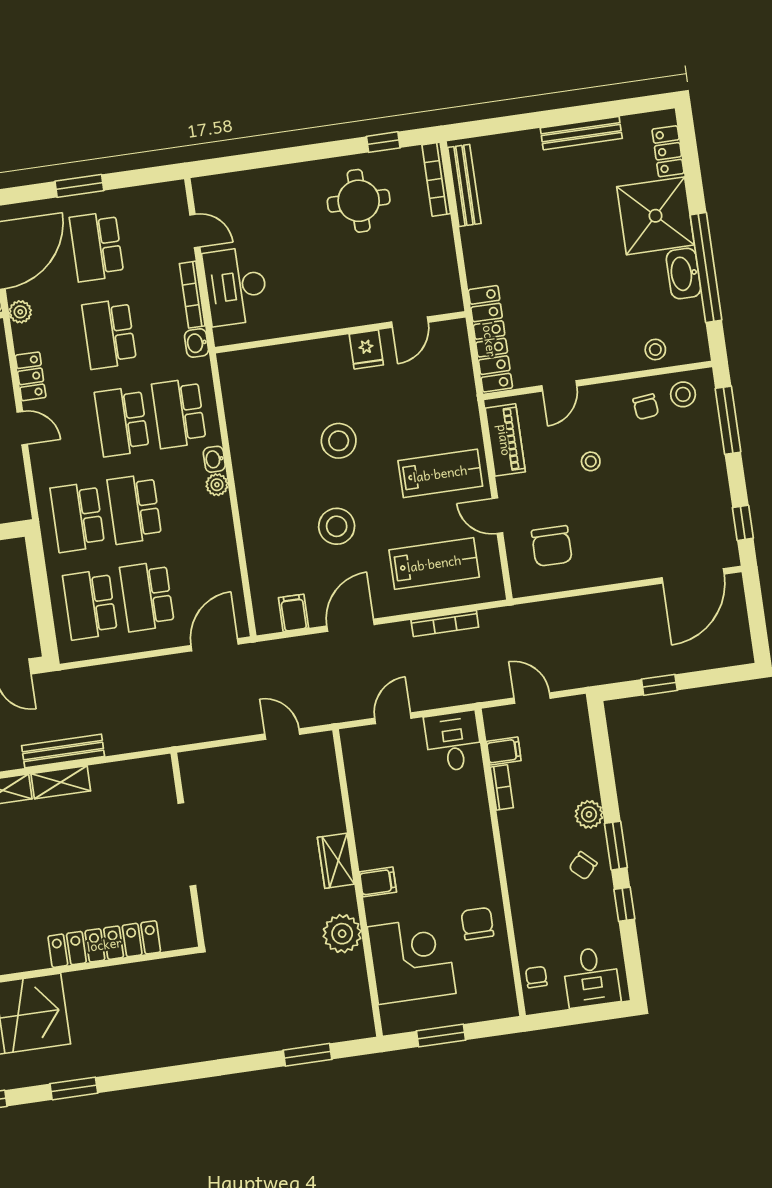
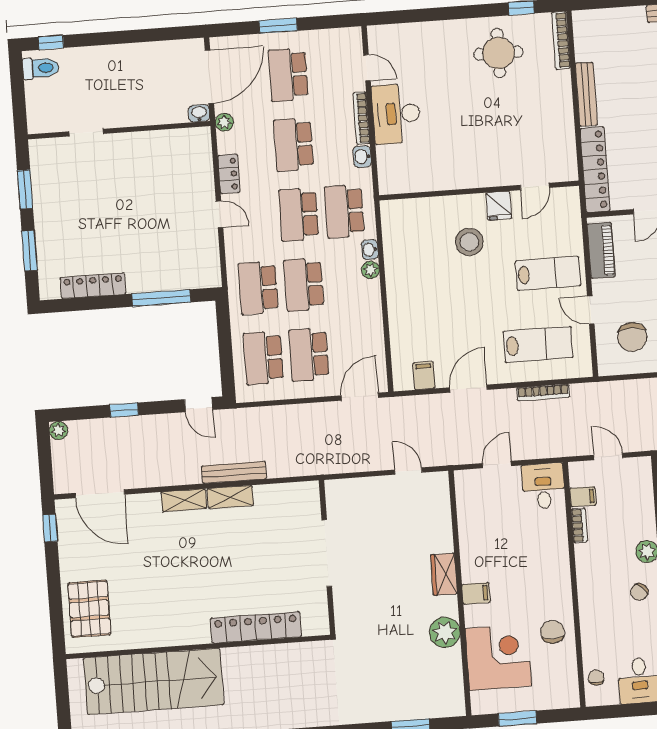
bench: (464, 185) -> (586, 94), moved
door: (410, 322) -> (535, 186), moved
wall: (340, 332) -> (479, 191), moved
fridge: (366, 350) -> (499, 206), moved
stool: (337, 526) -> (463, 310), removed

